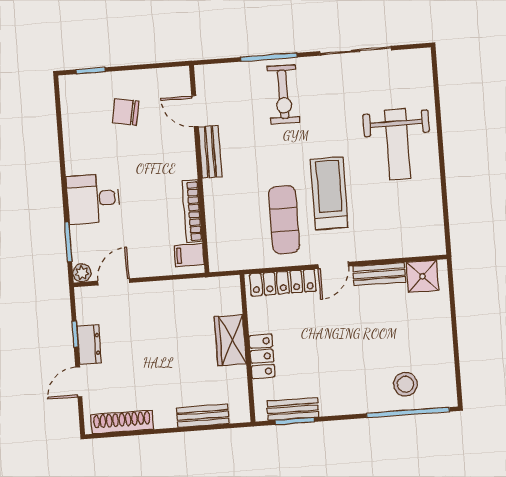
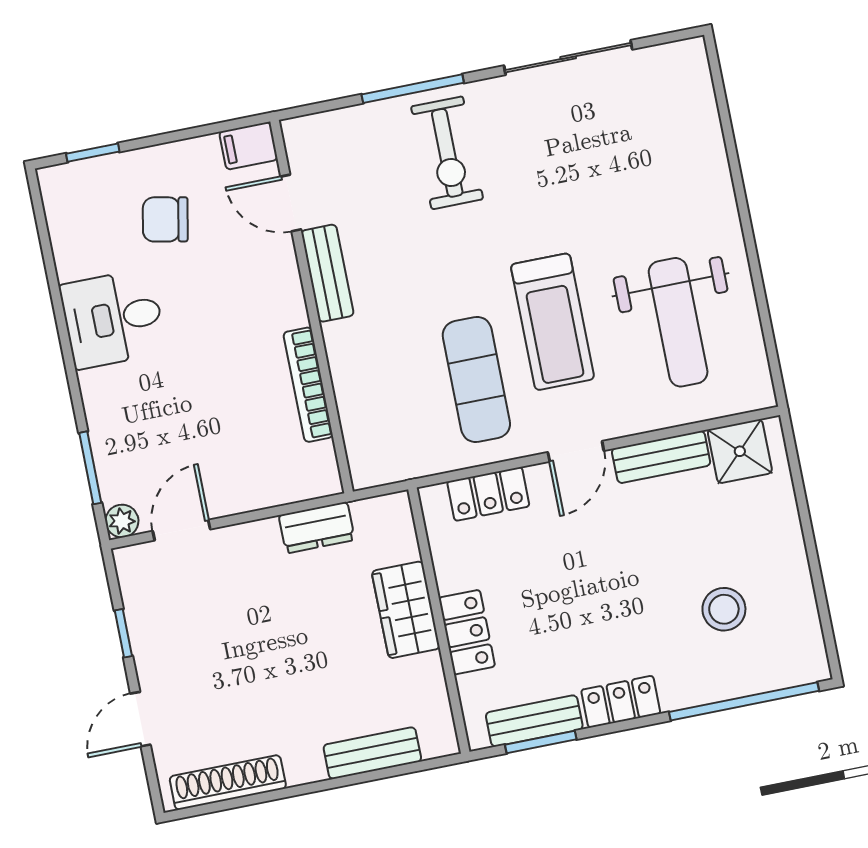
weight bench: (398, 144) -> (678, 322), moved
treadmill: (329, 193) -> (552, 322), turned 180
desk: (93, 199) -> (113, 319), moved
filing cabinet: (189, 255) -> (248, 146), moved
locker: (283, 283) -> (488, 494), width x0.66
dresser: (89, 345) -> (317, 528), moved, turned 90
stool: (405, 384) -> (724, 609), moved
locker: (341, 404) -> (621, 702), added

